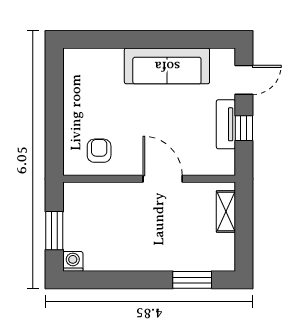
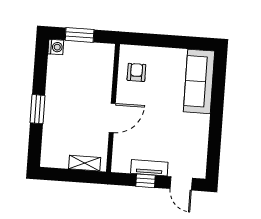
sofa: (167, 66) -> (199, 81), moved
armchair: (99, 151) -> (136, 72), turned -90
window: (192, 280) -> (38, 109), moved

